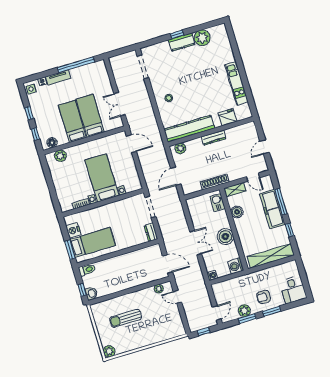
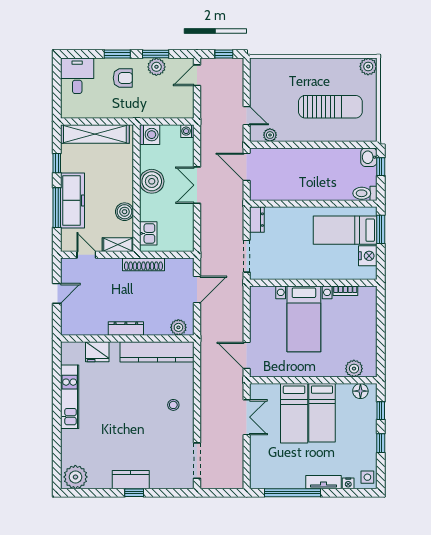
plant: (202, 38) -> (75, 477), moved
sun lounger: (126, 318) -> (330, 107), width x1.36, depth x1.34

